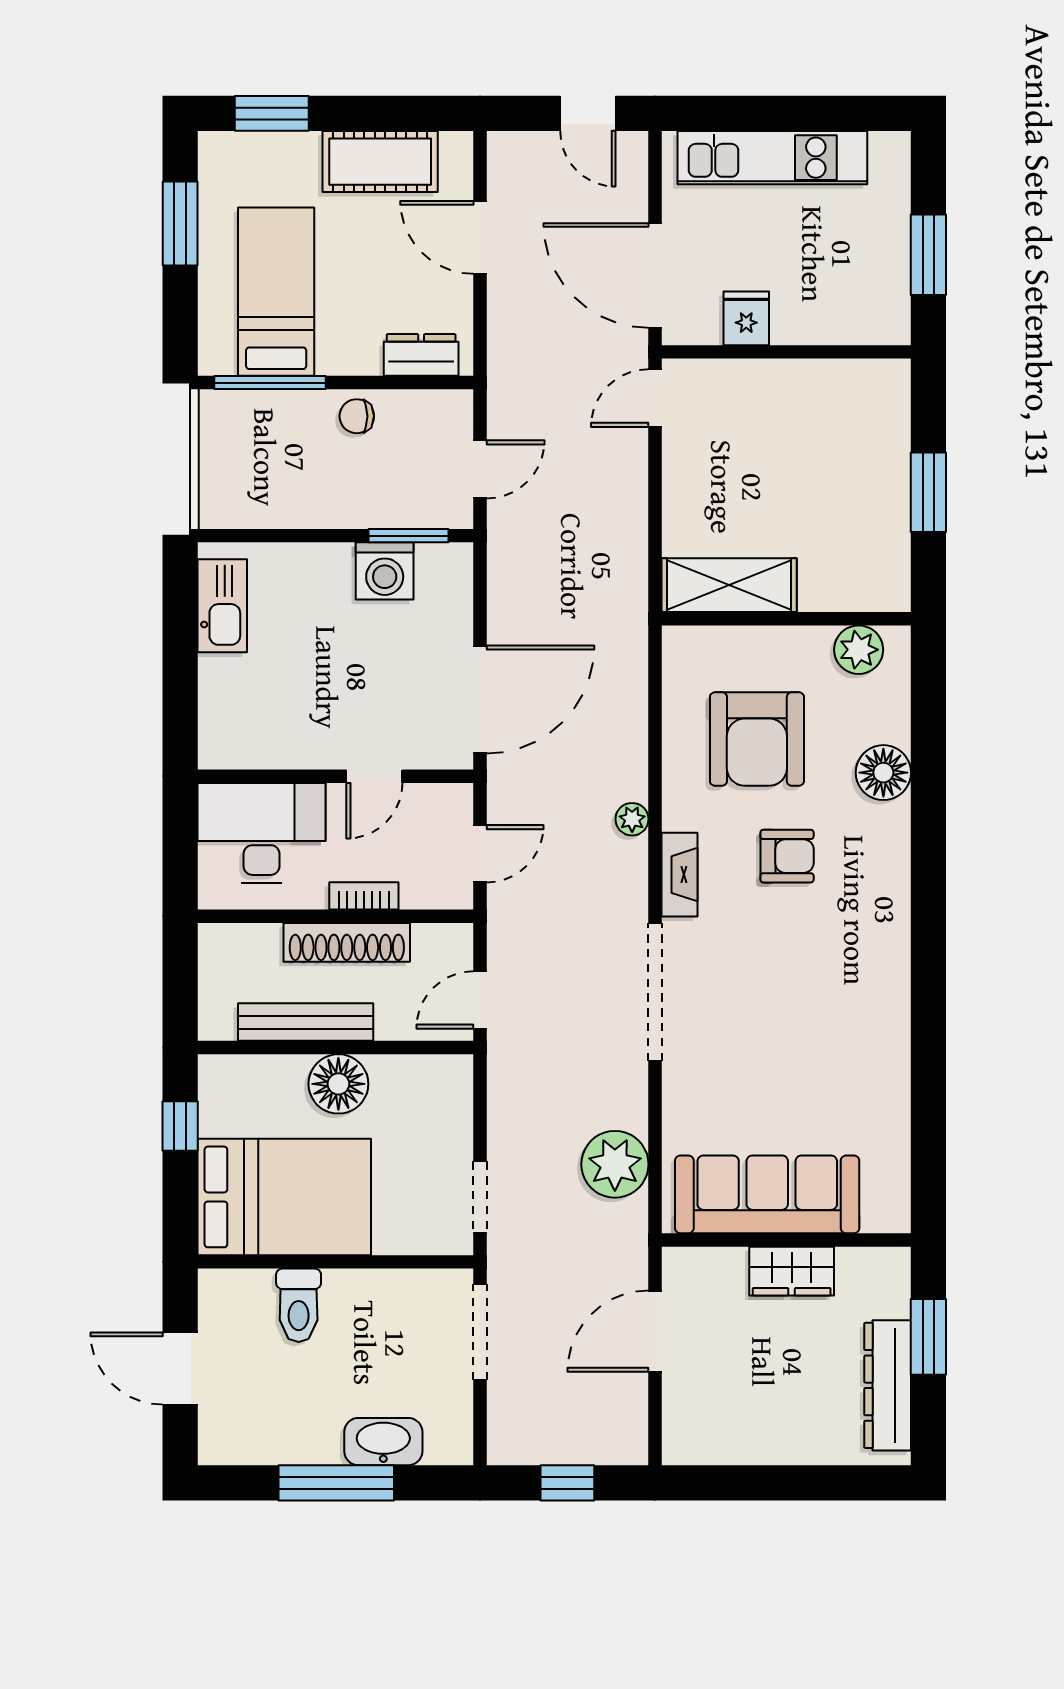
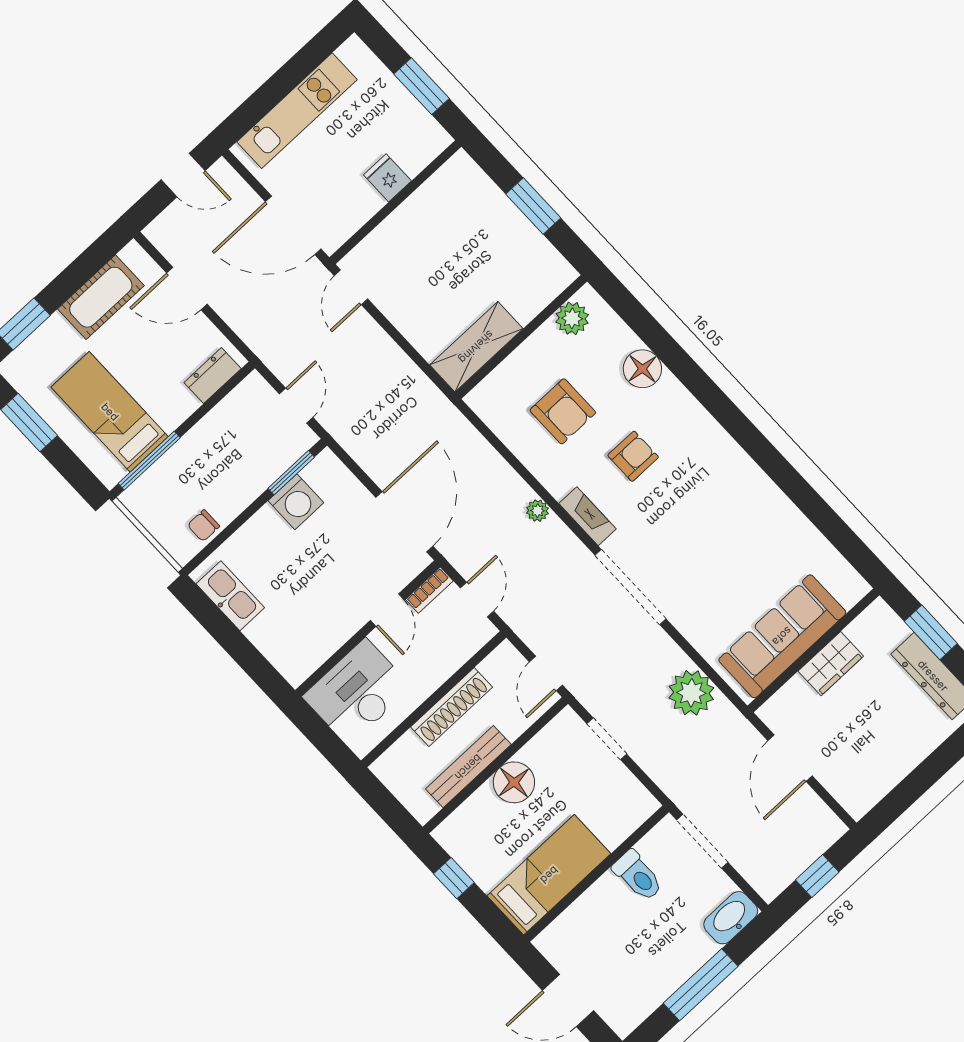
fridge: (746, 318) -> (387, 178), moved
chair: (357, 416) -> (203, 526), moved
armchair: (757, 739) -> (563, 411), width x0.73, depth x0.73
bookcase: (364, 896) -> (429, 590), moved, turned 180
bed: (284, 1197) -> (549, 875), width x0.67
doorway: (480, 1197) -> (607, 739), moved
toilet: (299, 1305) -> (638, 876), moved
washbasin: (383, 1442) -> (731, 918), moved

